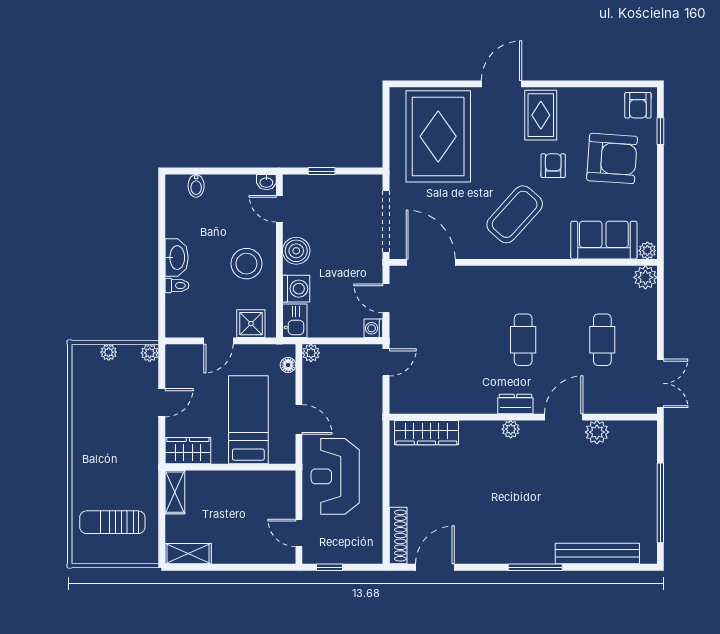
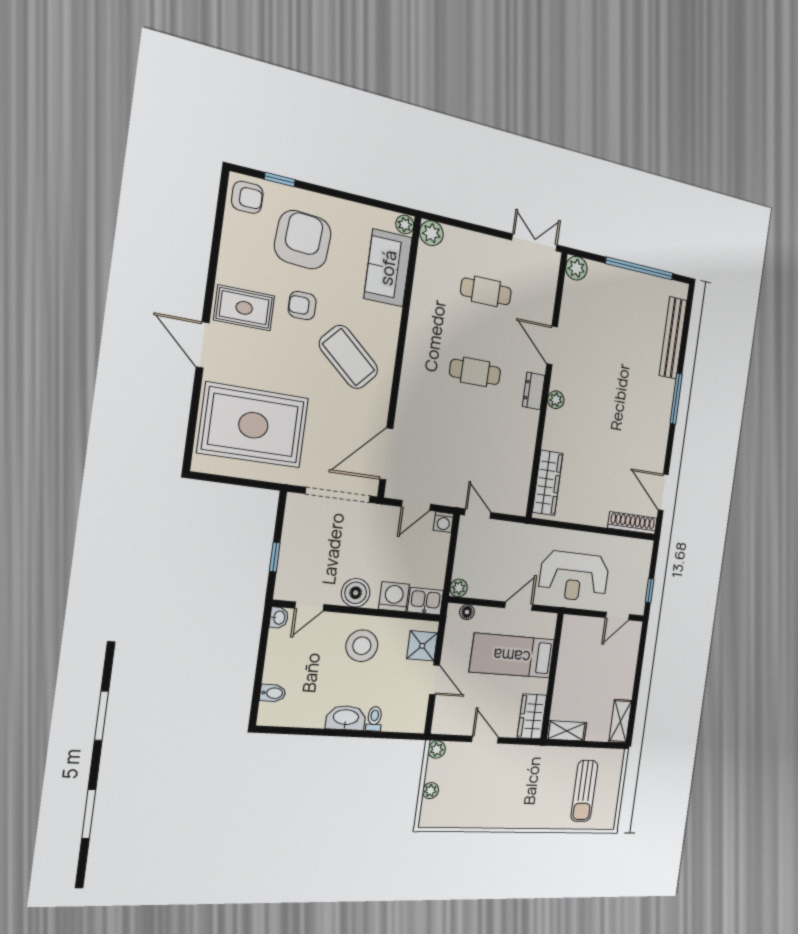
plant: (597, 432) -> (576, 268), moved

